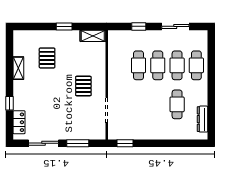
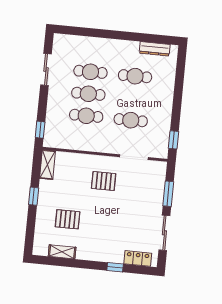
window: (139, 26) -> (40, 130), moved
cafe table: (196, 65) -> (131, 120), moved
shelving: (18, 68) -> (62, 252), moved

